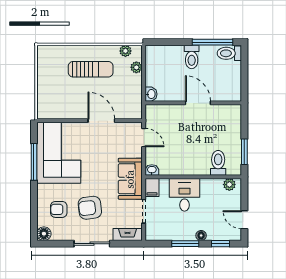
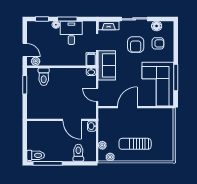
toilet: (192, 57) -> (78, 153), moved
door: (198, 103) -> (72, 120), moved
door: (101, 121) -> (127, 107), swing flipped
desk: (185, 195) -> (71, 33), moved, turned 180
armchair: (90, 208) -> (136, 45), turned 97
door: (244, 220) -> (25, 50), moved
floor lamp: (44, 234) -> (157, 26), moved

